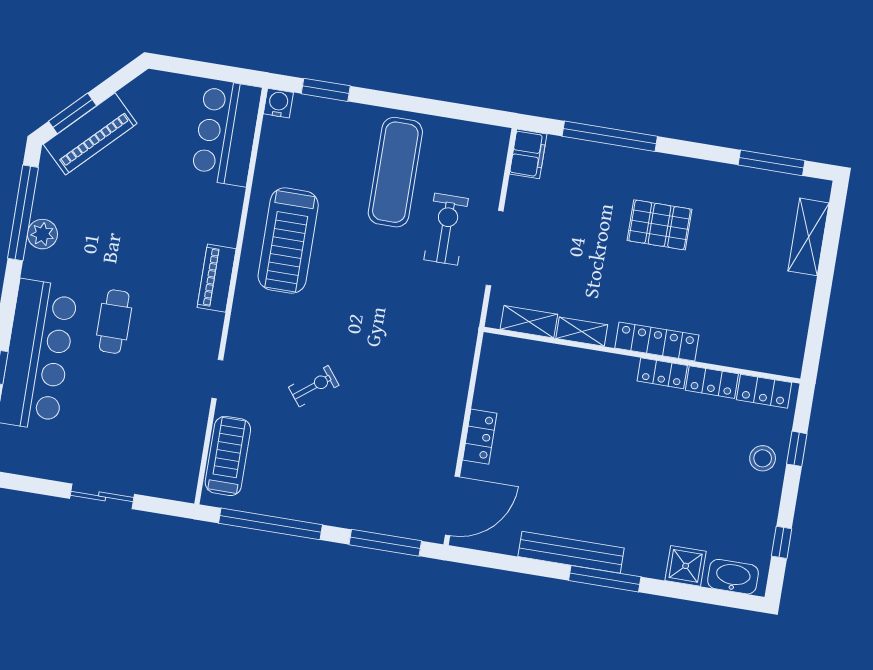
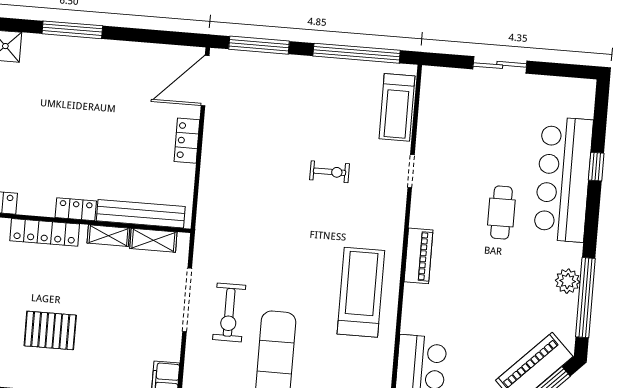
locker: (662, 373) -> (76, 209), moved
exercise bike: (314, 386) -> (330, 172), turned -142
bench: (571, 552) -> (141, 214), moved

